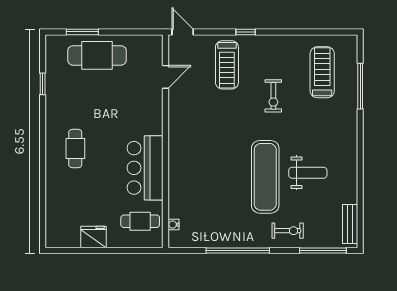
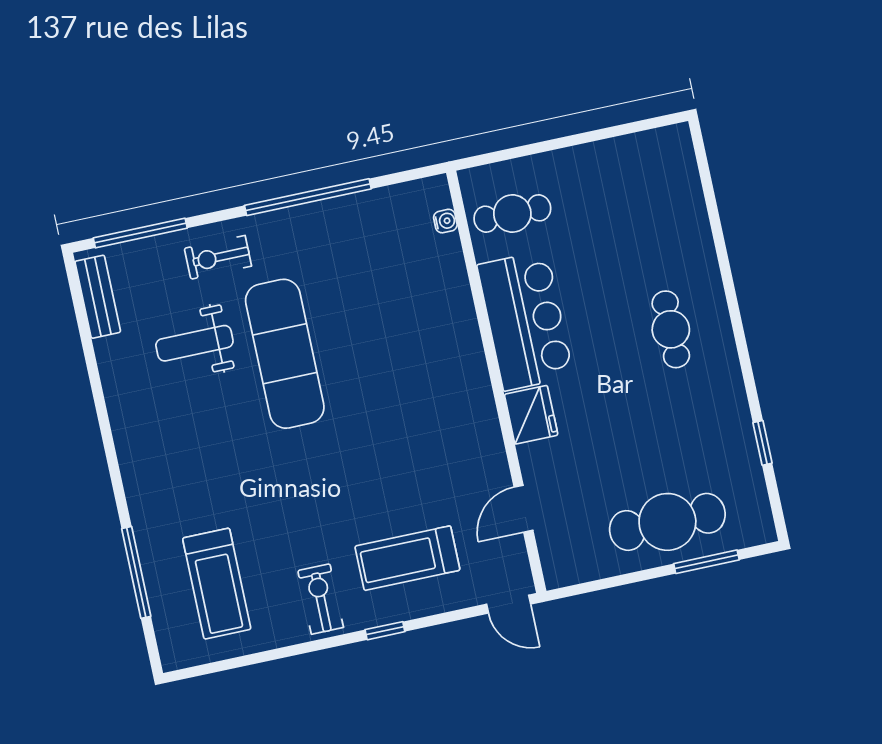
treadmill: (227, 65) -> (407, 558), turned -90
exercise bike: (273, 96) -> (321, 599), moved
weight bench: (308, 173) -> (194, 343), moved
fridge: (93, 237) -> (531, 415), moved, turned -90

